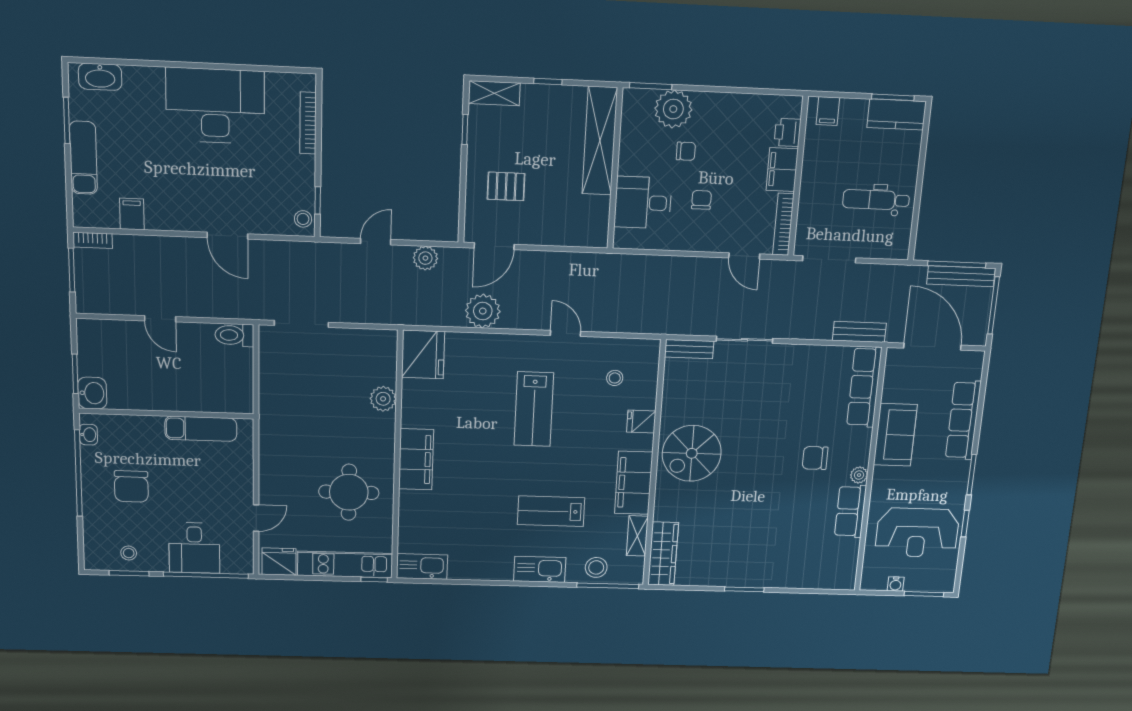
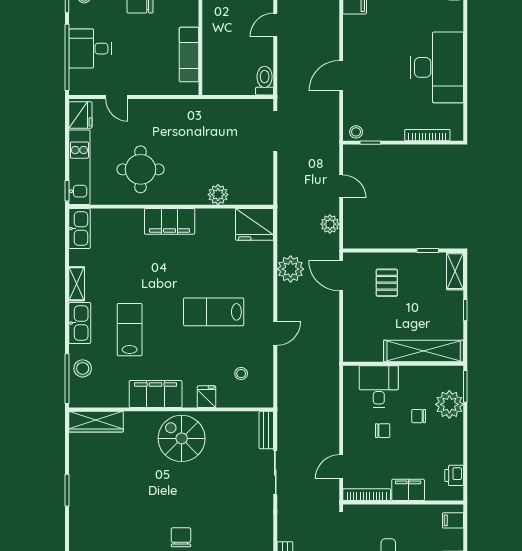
printer: (788, 132) -> (454, 475), moved, turned -90
chair: (686, 151) -> (419, 416), turned 90
shelving: (637, 536) -> (77, 284), moved, turned 90

